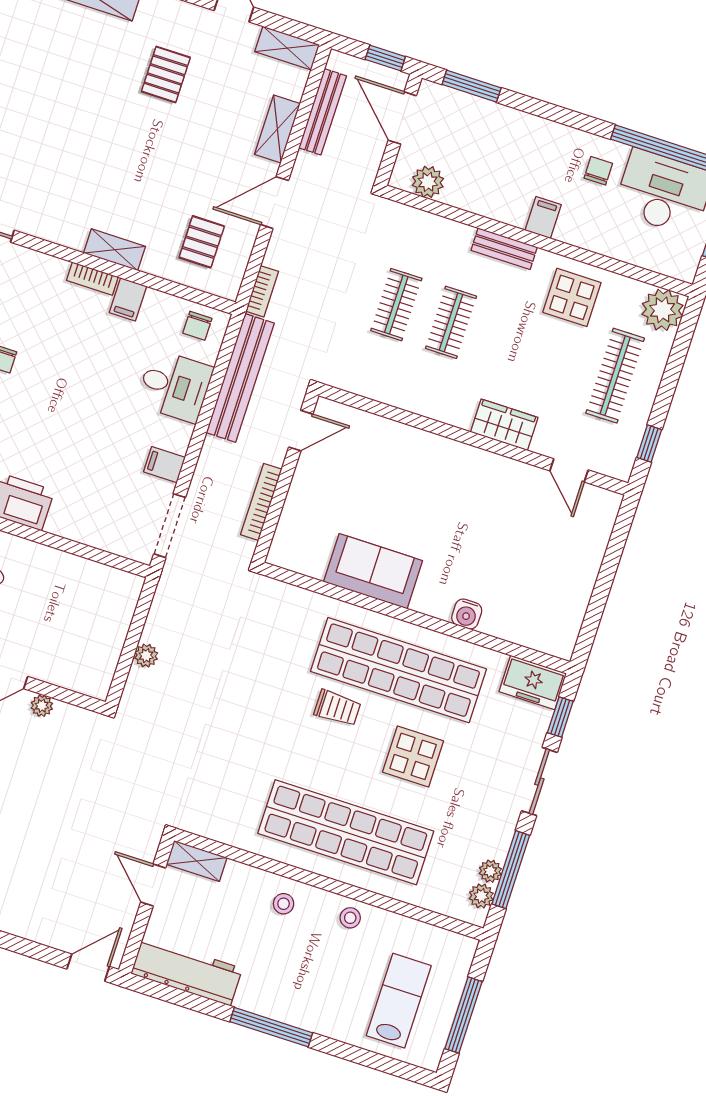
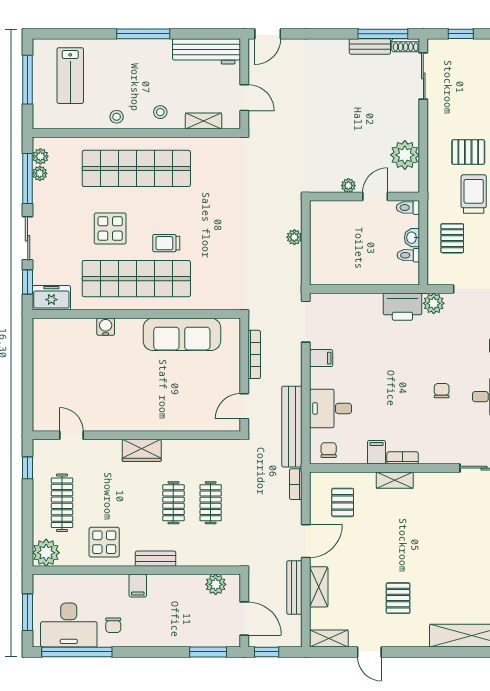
bench: (323, 112) -> (294, 588), moved
wardrobe: (504, 425) -> (142, 450), moved
sofa: (373, 571) -> (182, 334), width x1.36
shelving: (197, 861) -> (204, 121), moved

